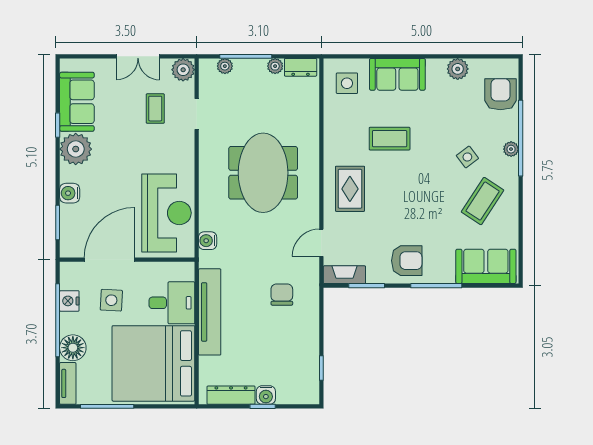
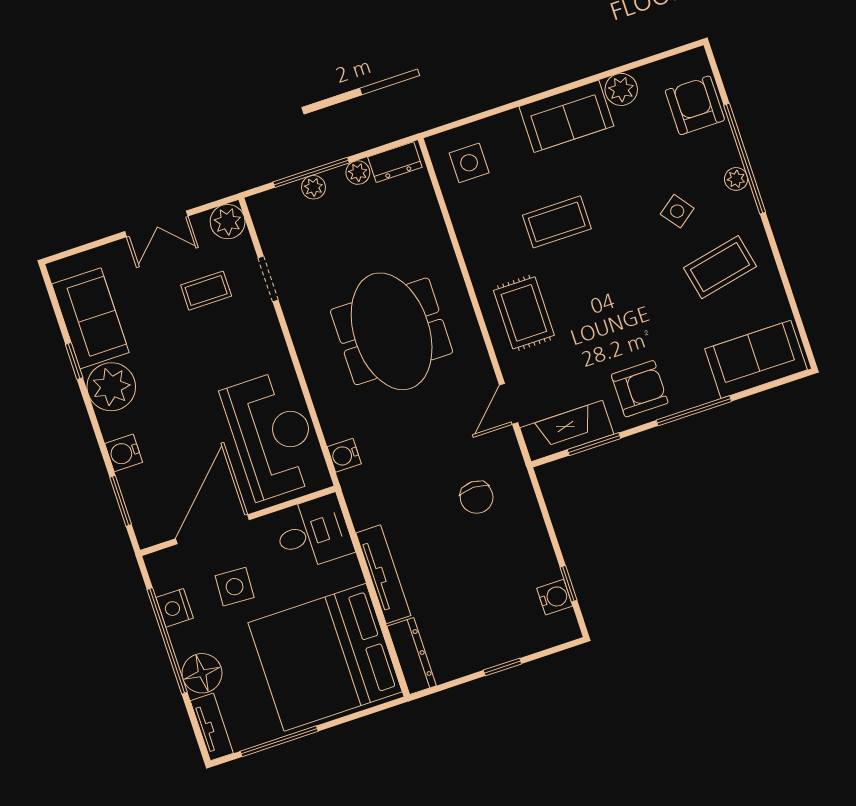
plant: (225, 66) -> (314, 187), moved
sofa: (397, 74) -> (566, 116), moved
coffee table: (155, 109) -> (206, 291), turned 90
coffee table: (483, 201) -> (720, 267), turned 45
fireplace: (344, 275) -> (567, 431), width x1.37, depth x1.32
chair: (282, 295) -> (477, 497), turned 180
desk: (172, 303) -> (313, 533), moved
tv unit: (210, 312) -> (383, 574), width x0.73, depth x0.78
dresser: (231, 395) -> (412, 656), moved, turned 90
water cooler: (266, 395) -> (555, 597), moved, turned -90

